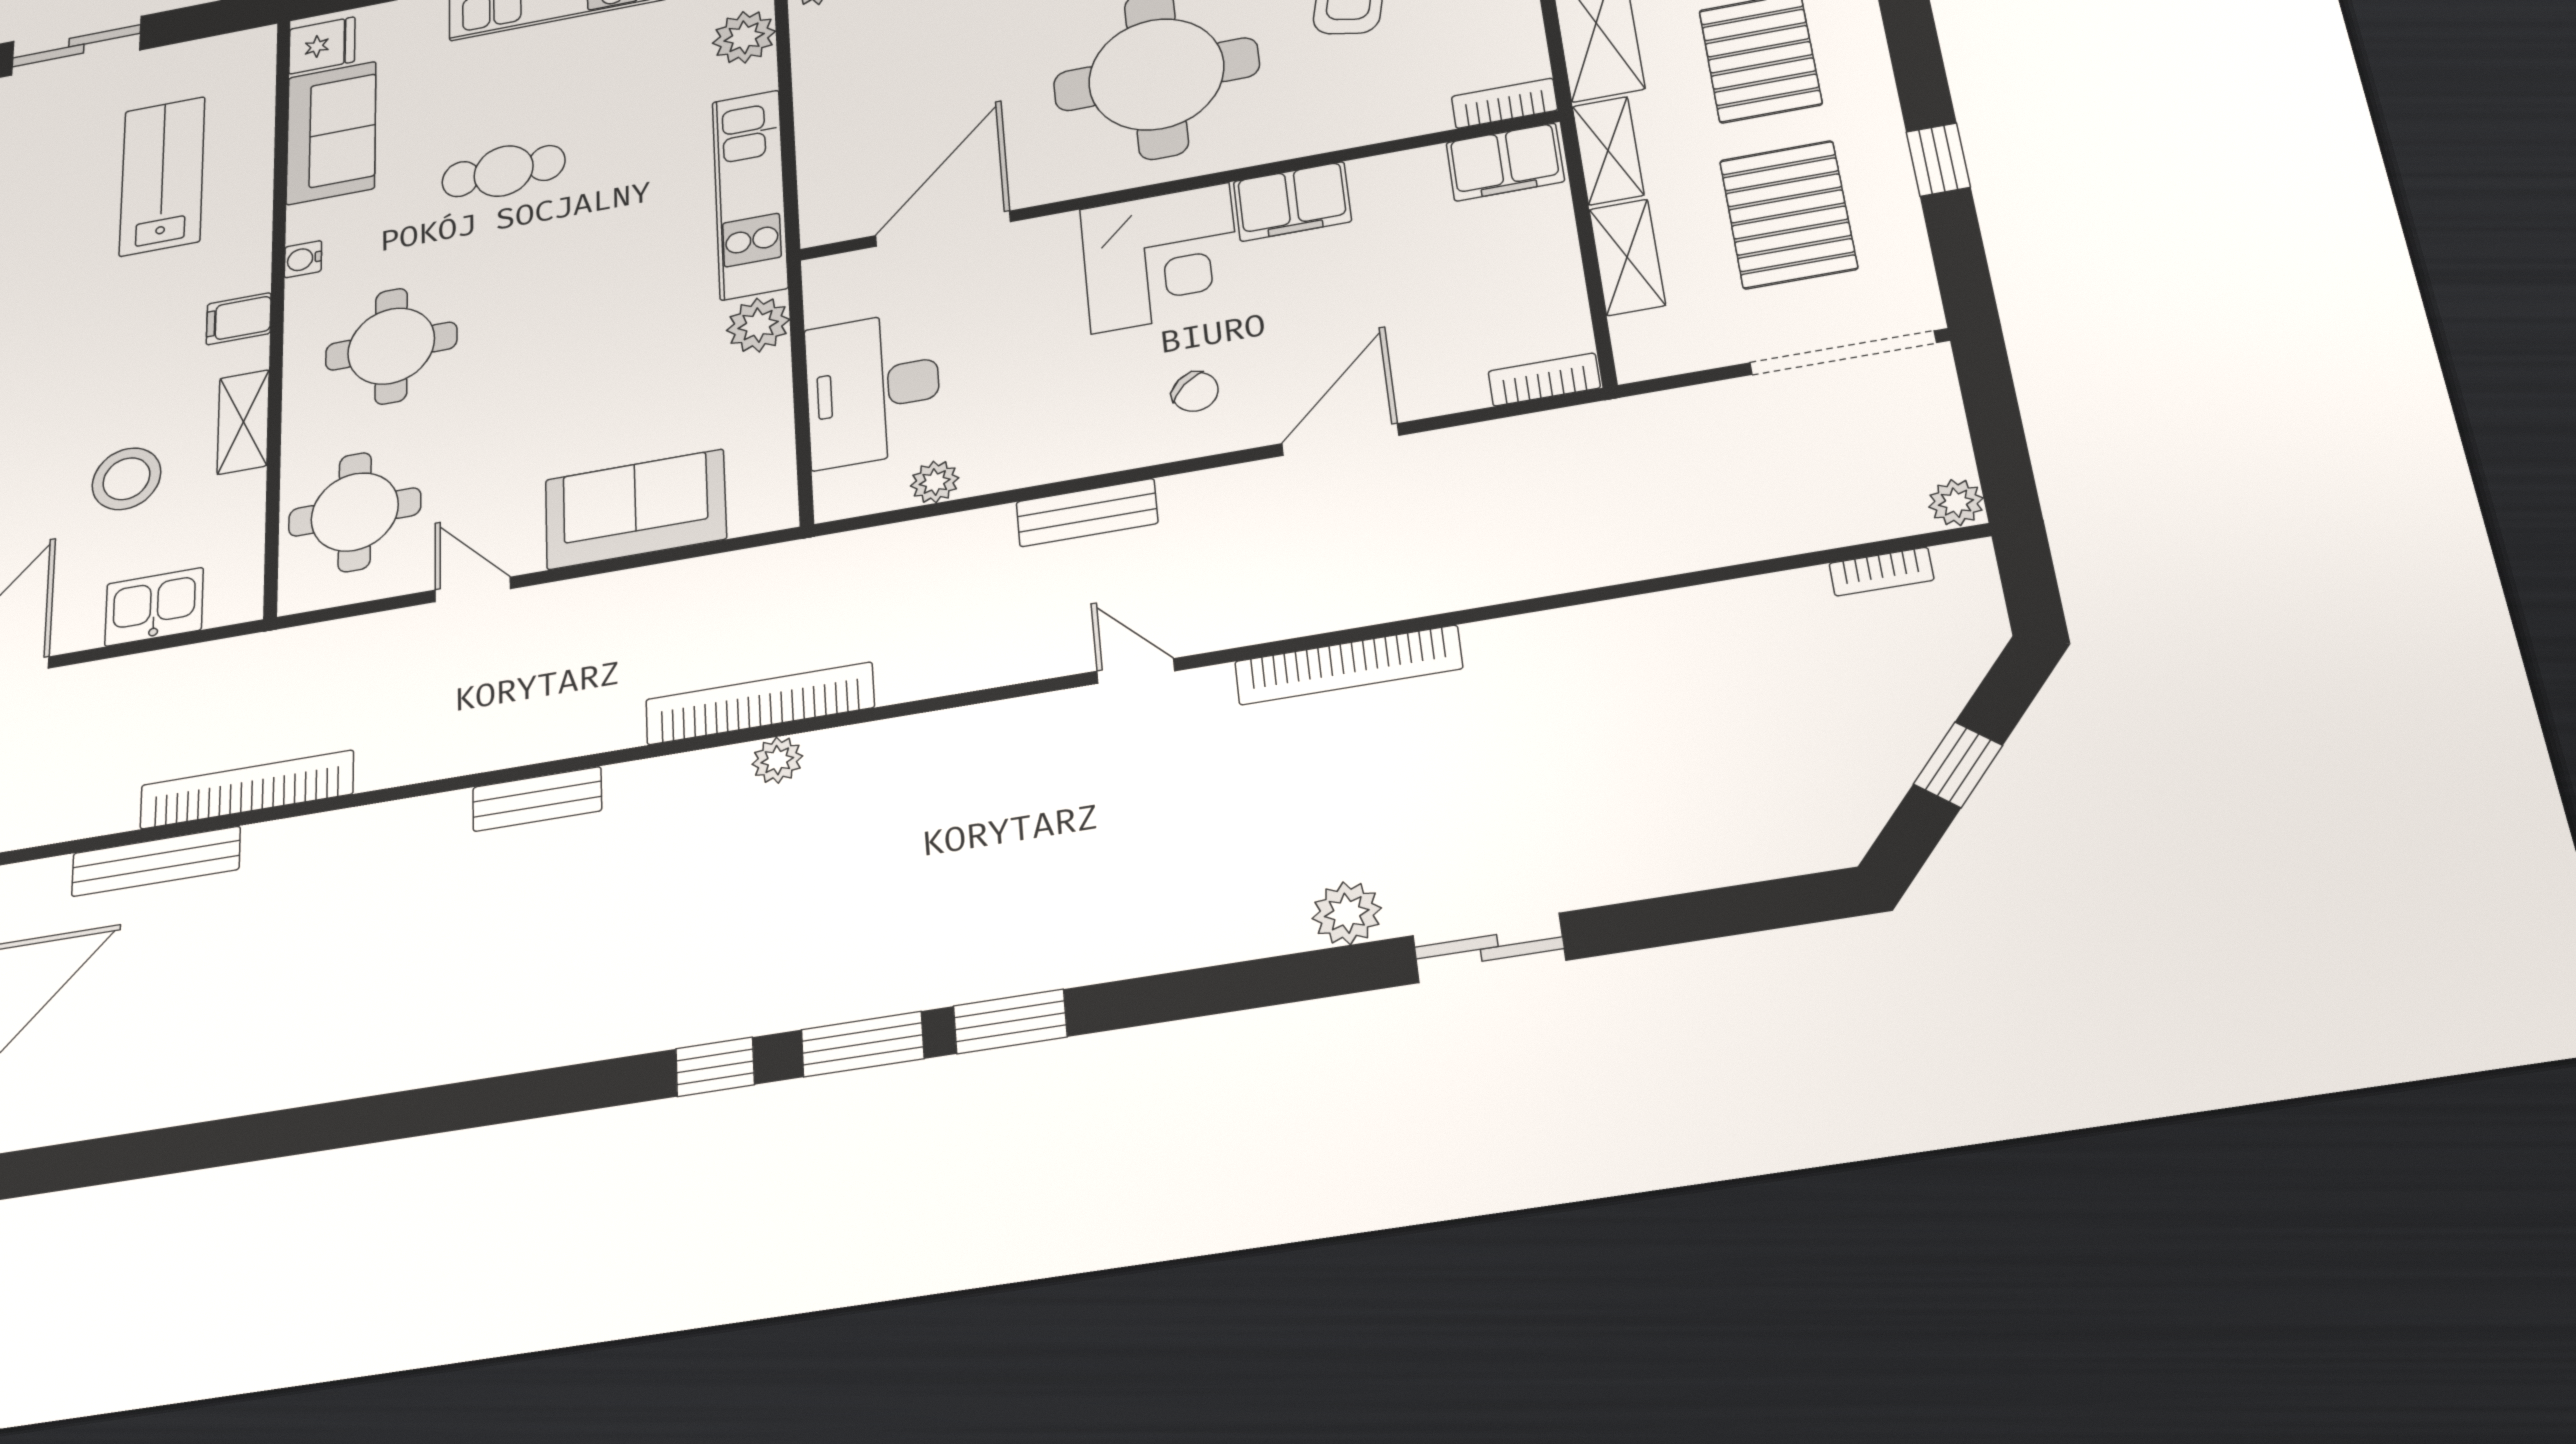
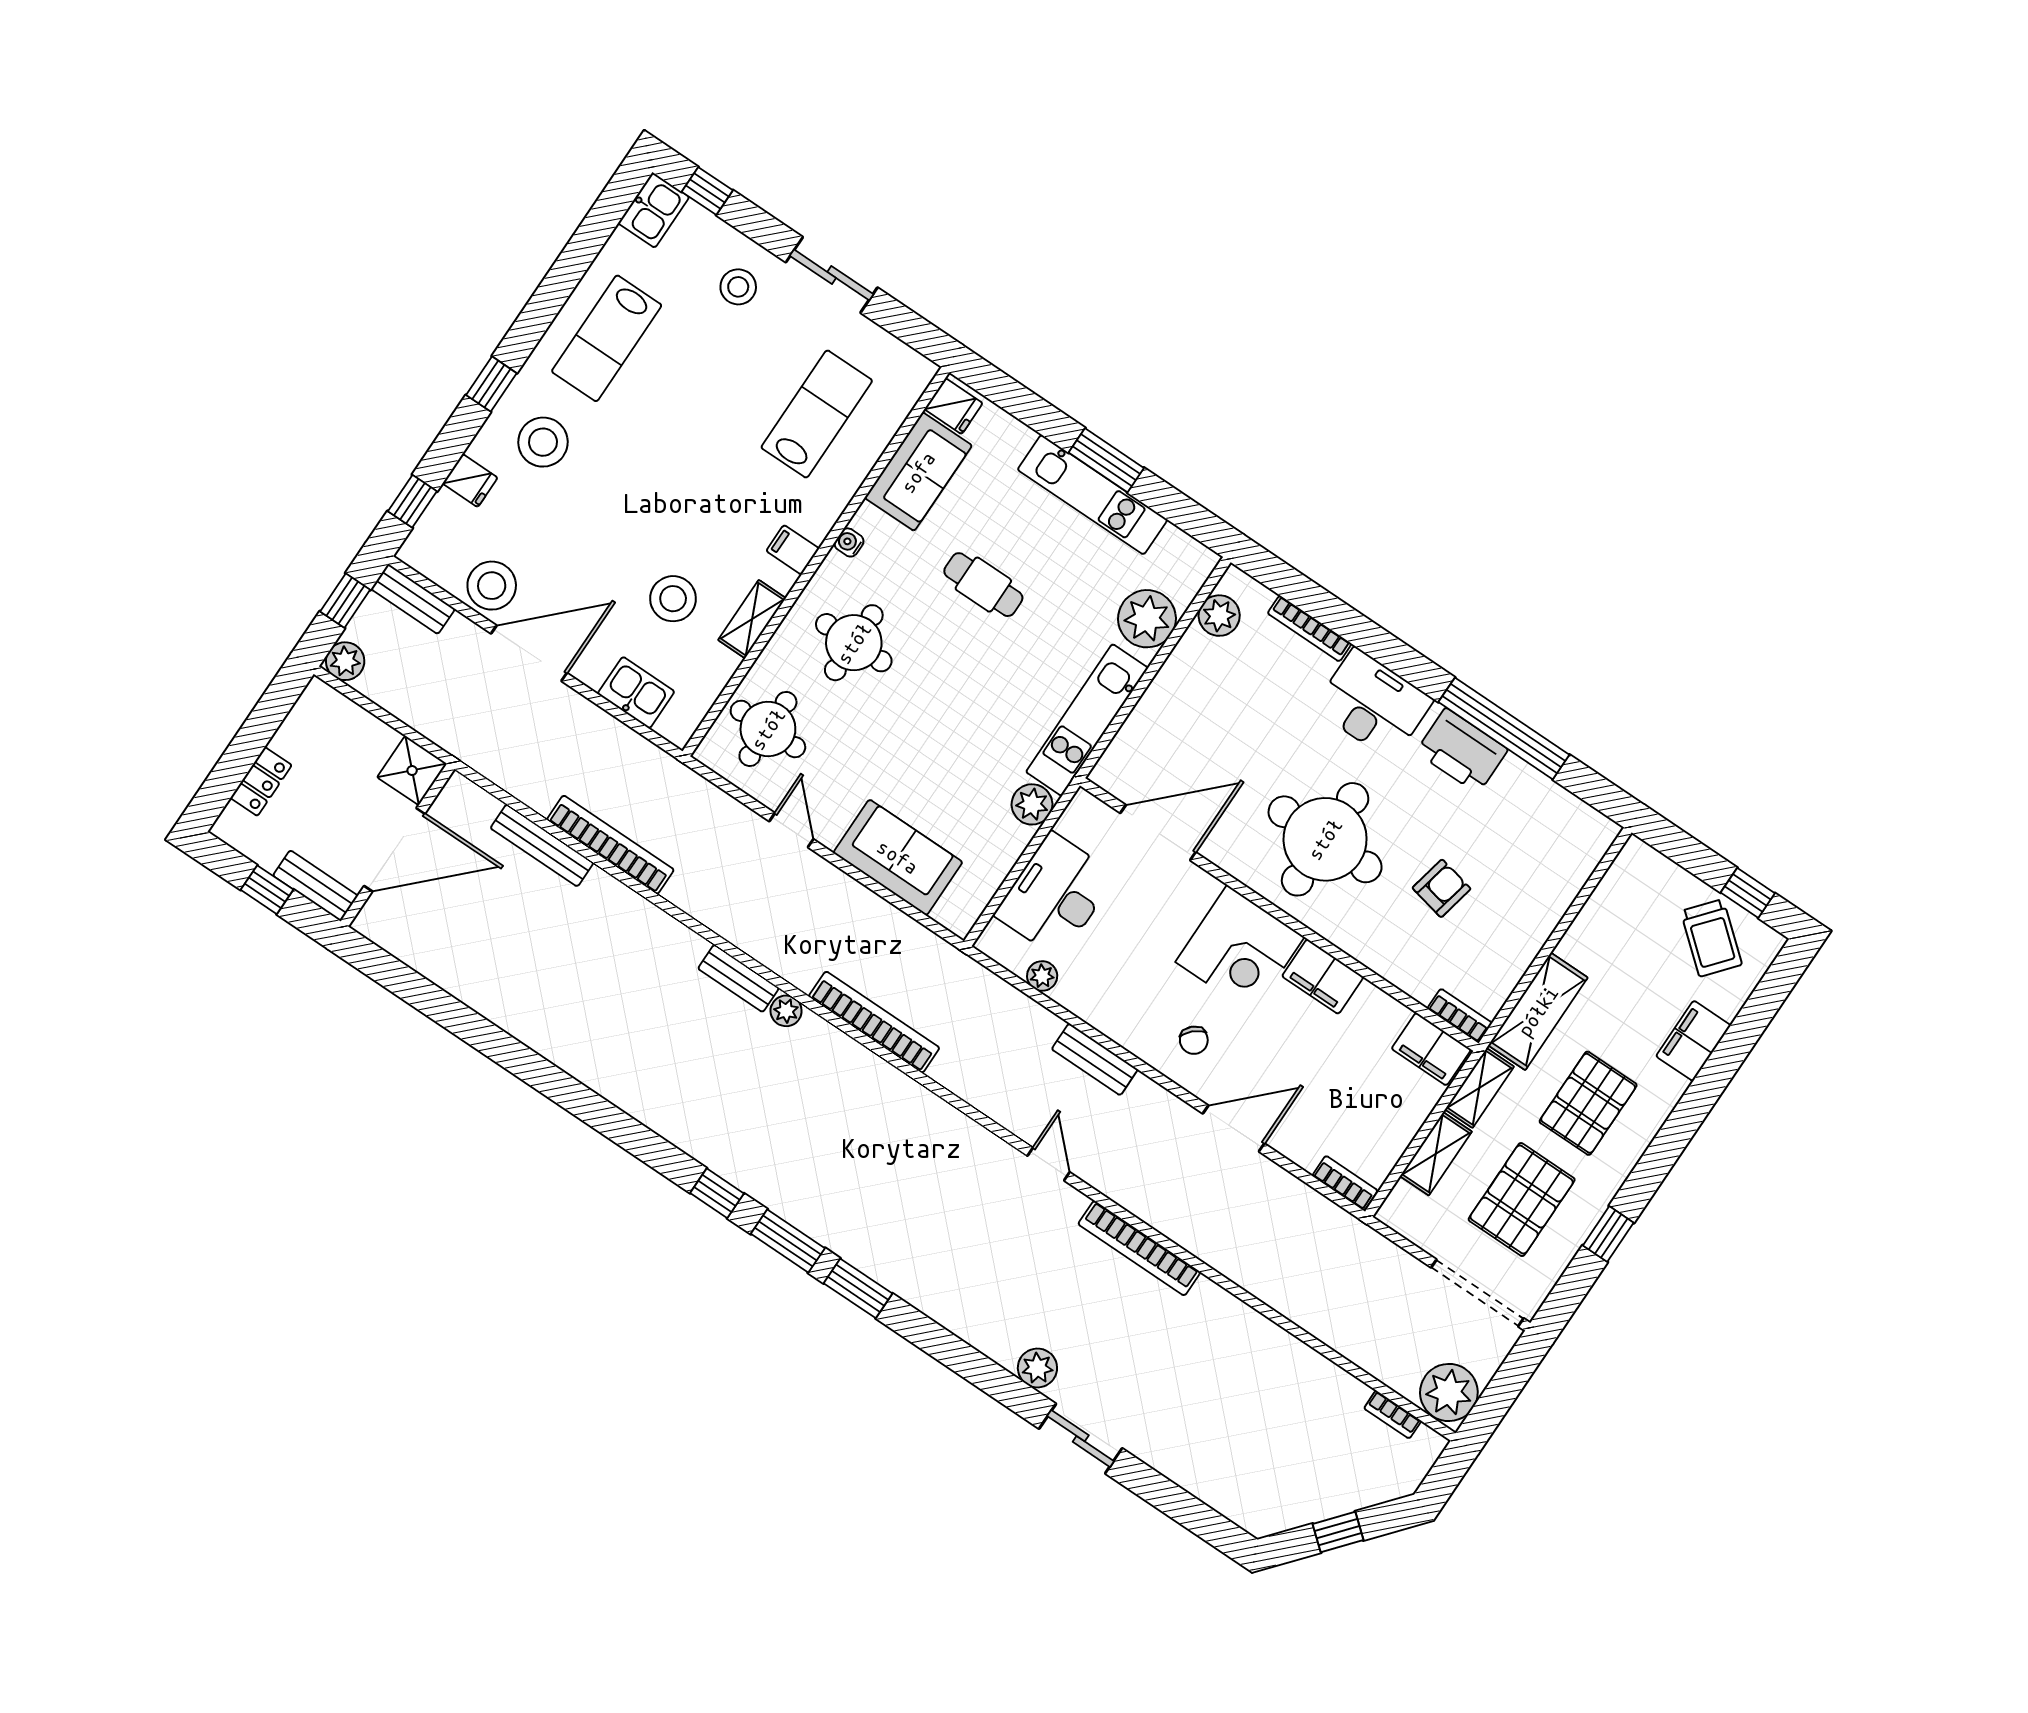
plant: (744, 37) -> (1147, 619), width x1.36, depth x1.36
plant: (1956, 503) -> (1449, 1392), width x1.87, depth x1.87
plant: (777, 760) -> (786, 1011), moved

